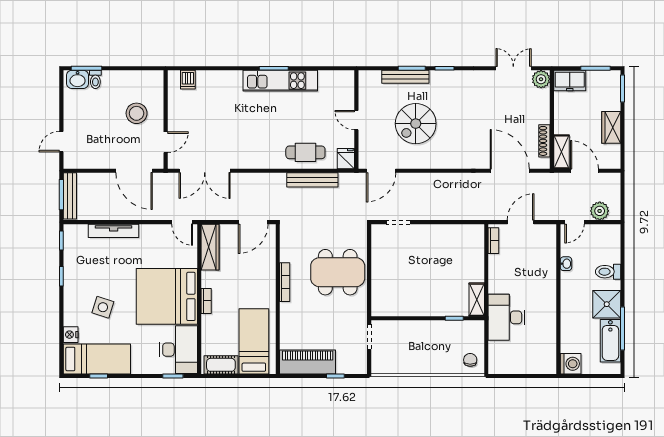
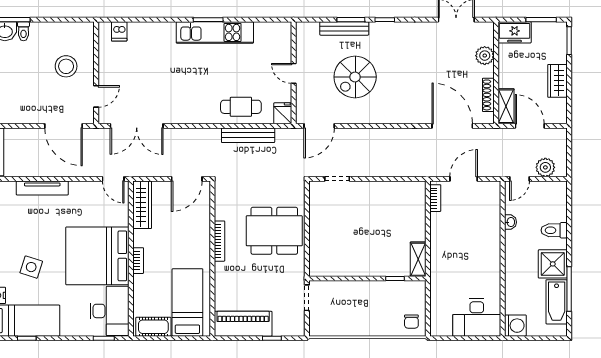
plant: (541, 79) -> (485, 56), moved
desk: (506, 317) -> (477, 317), moved, turned -90
chair: (470, 360) -> (411, 322), turned 180

